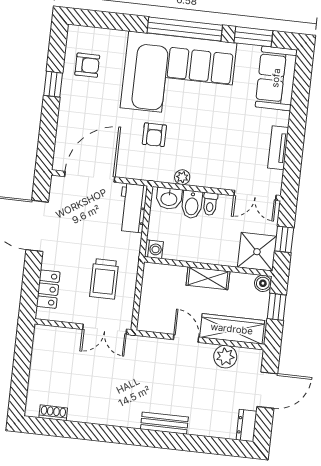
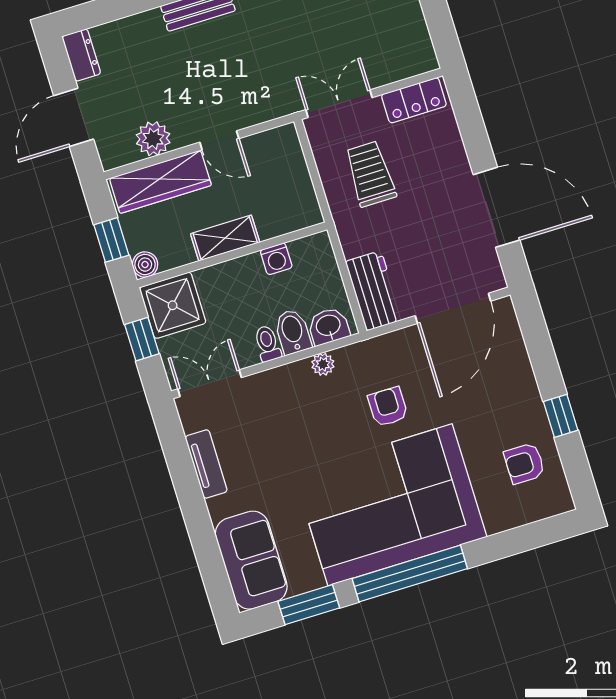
washing machine: (154, 249) -> (276, 259), moved, turned -90
locker: (48, 289) -> (414, 100), moved, turned -90

